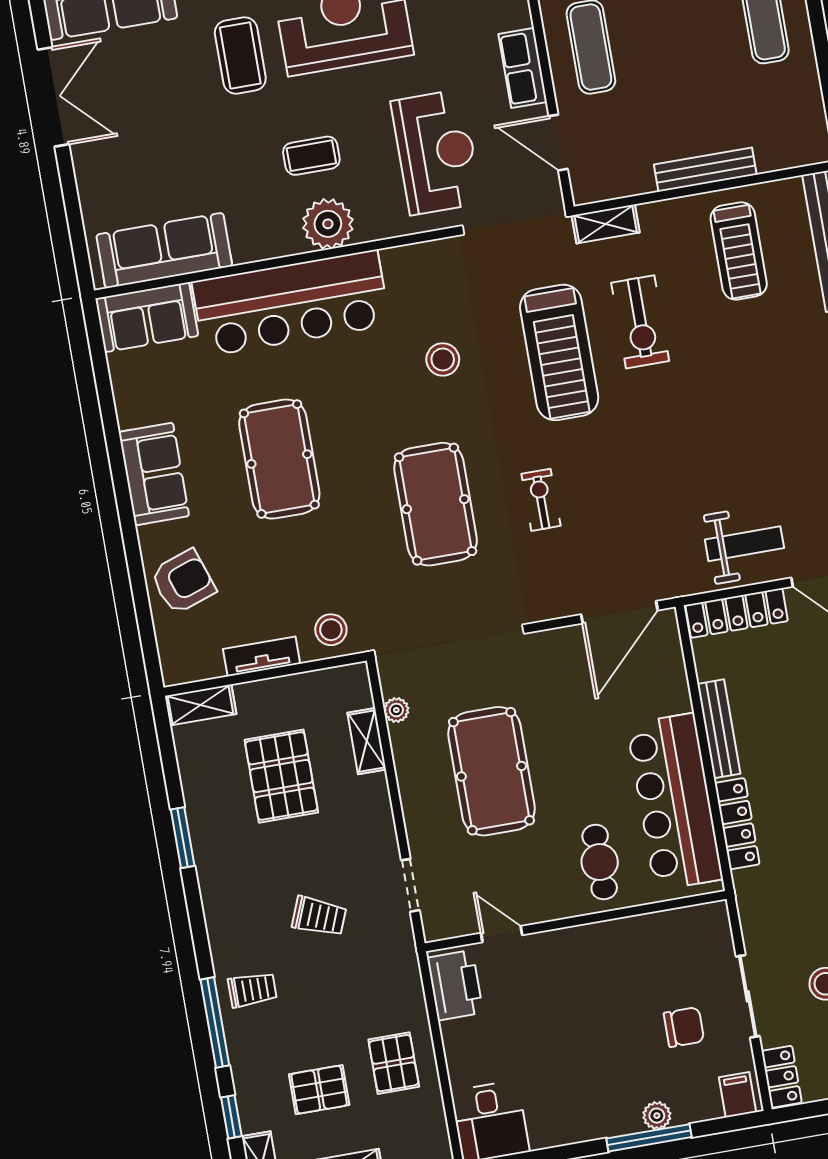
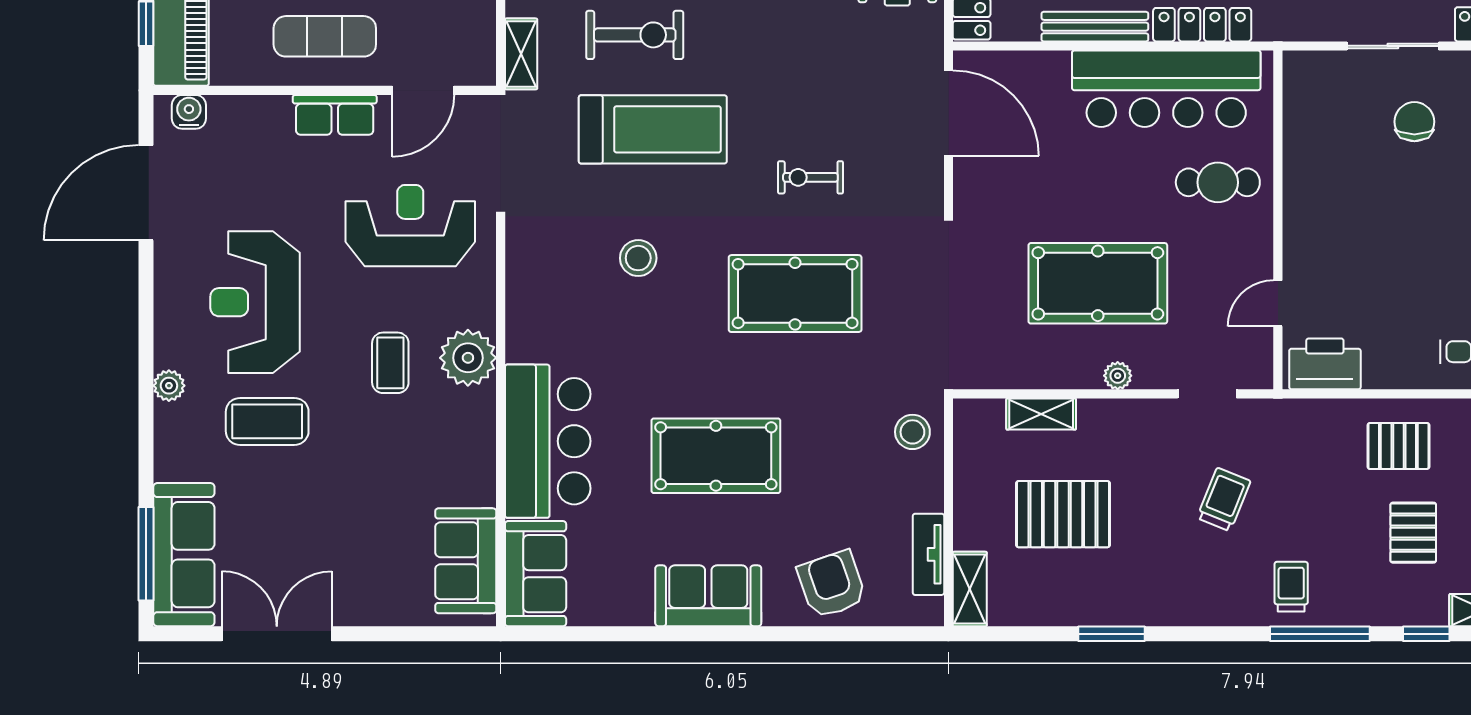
sofa: (164, 250) -> (466, 561), width x0.73
bar counter: (291, 303) -> (548, 441), width x0.73
tv unit: (262, 656) -> (928, 554), moved
plant: (396, 710) -> (1118, 376), moved

